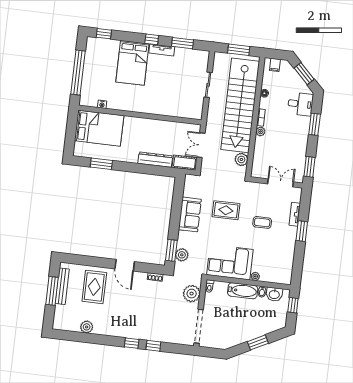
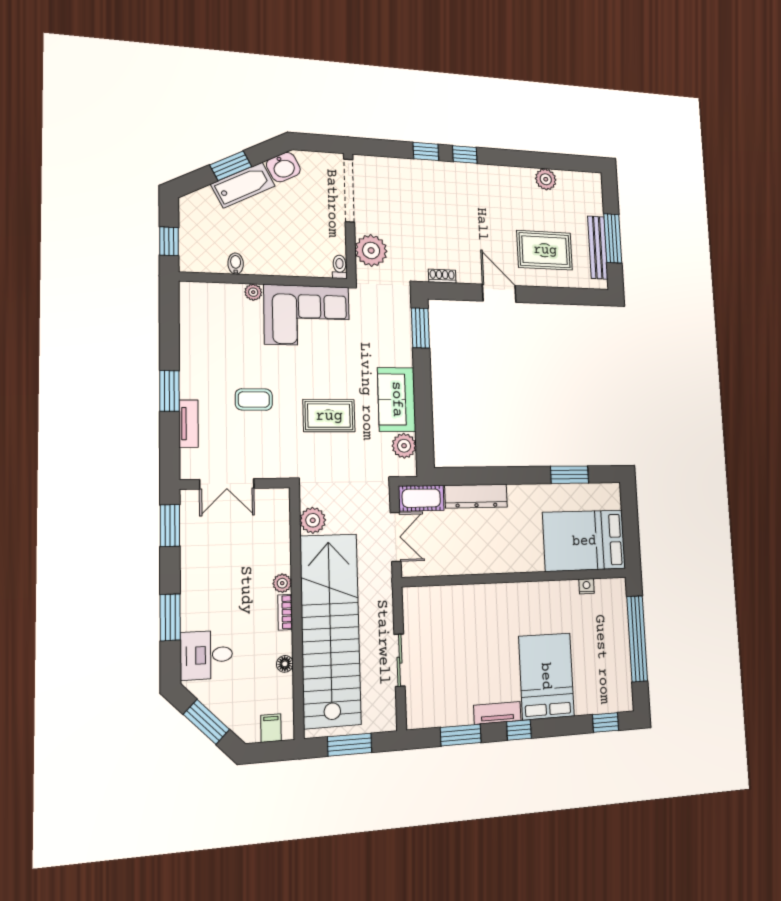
plant: (182, 255) -> (404, 446), moved
rug: (94, 287) -> (545, 250), turned 90
bathtub: (243, 291) -> (243, 185), moved, turned 153
washbasin: (274, 294) -> (283, 167), moved, turned 153

